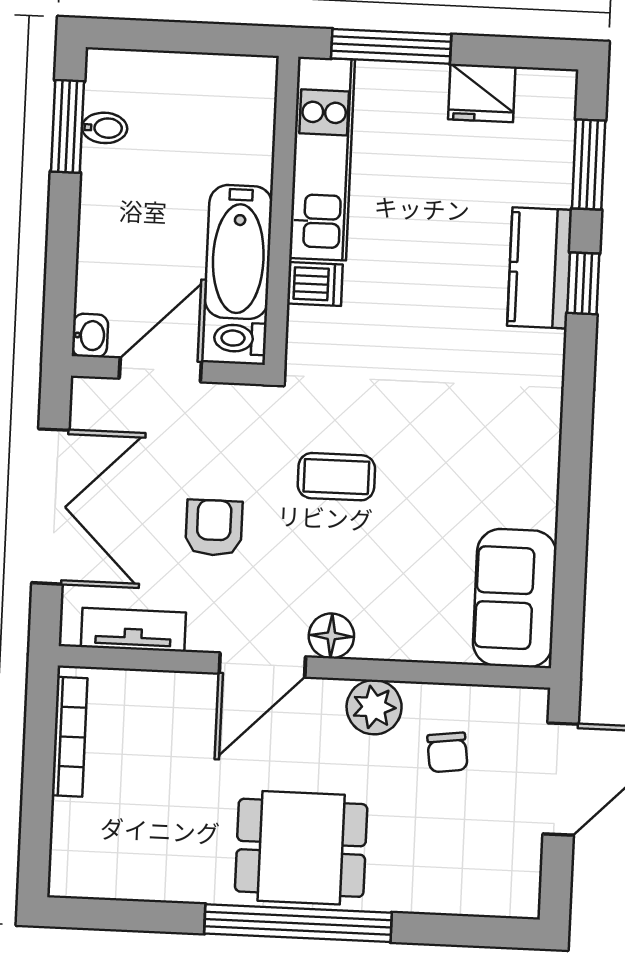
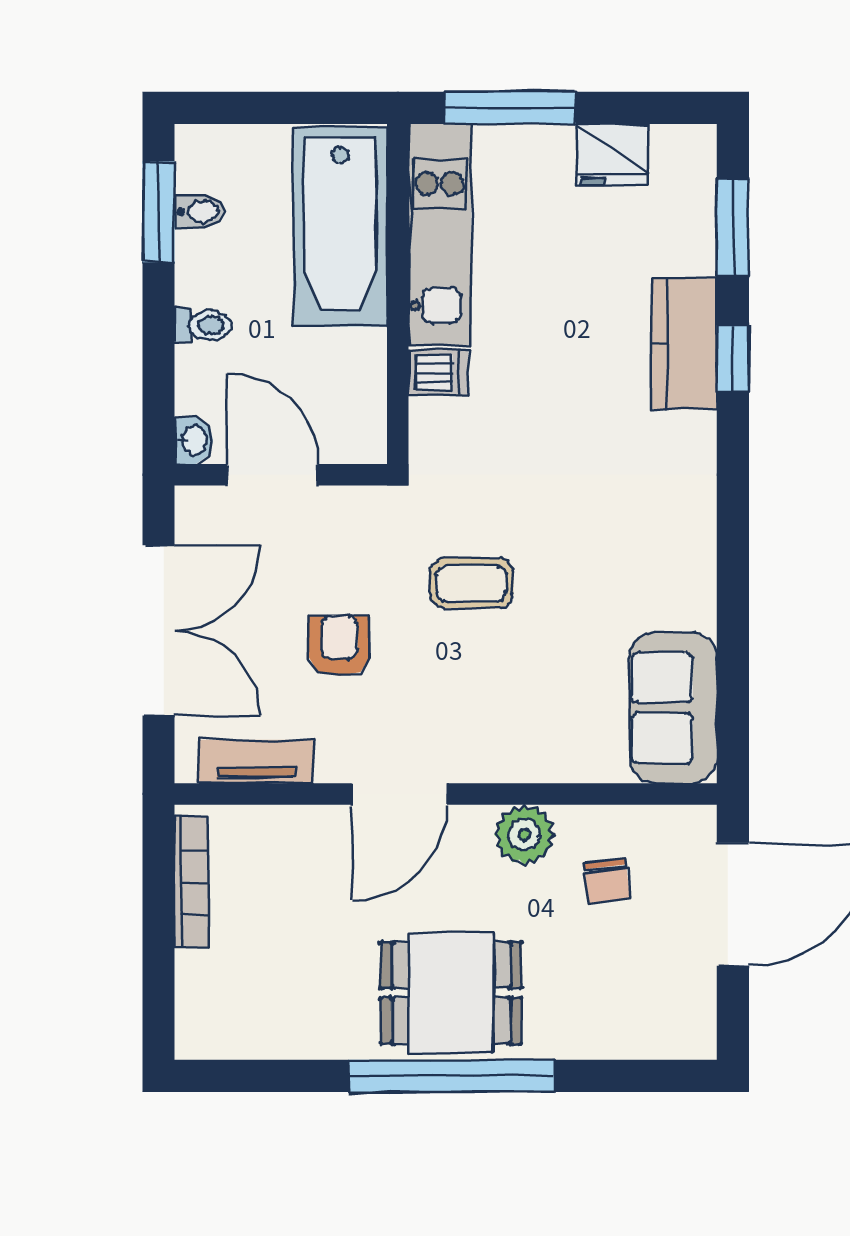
bathtub: (239, 252) -> (340, 227), moved, width x1.36, depth x1.36
toilet: (240, 338) -> (203, 325), moved, turned 180
door: (160, 370) -> (273, 475), hinge flipped
floor lamp: (331, 636) -> (474, 758), removed

